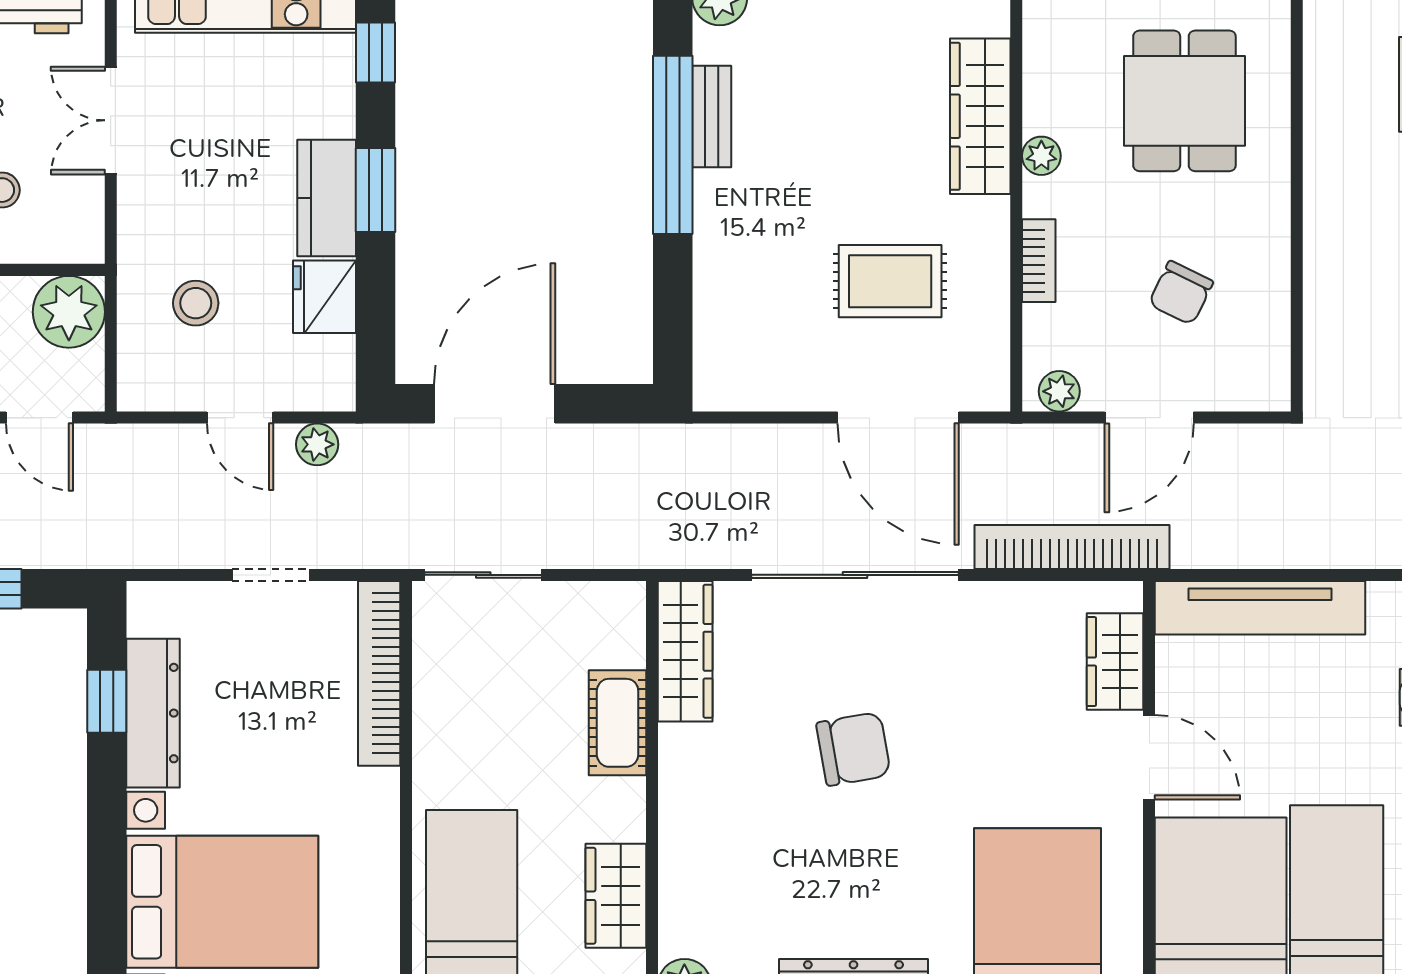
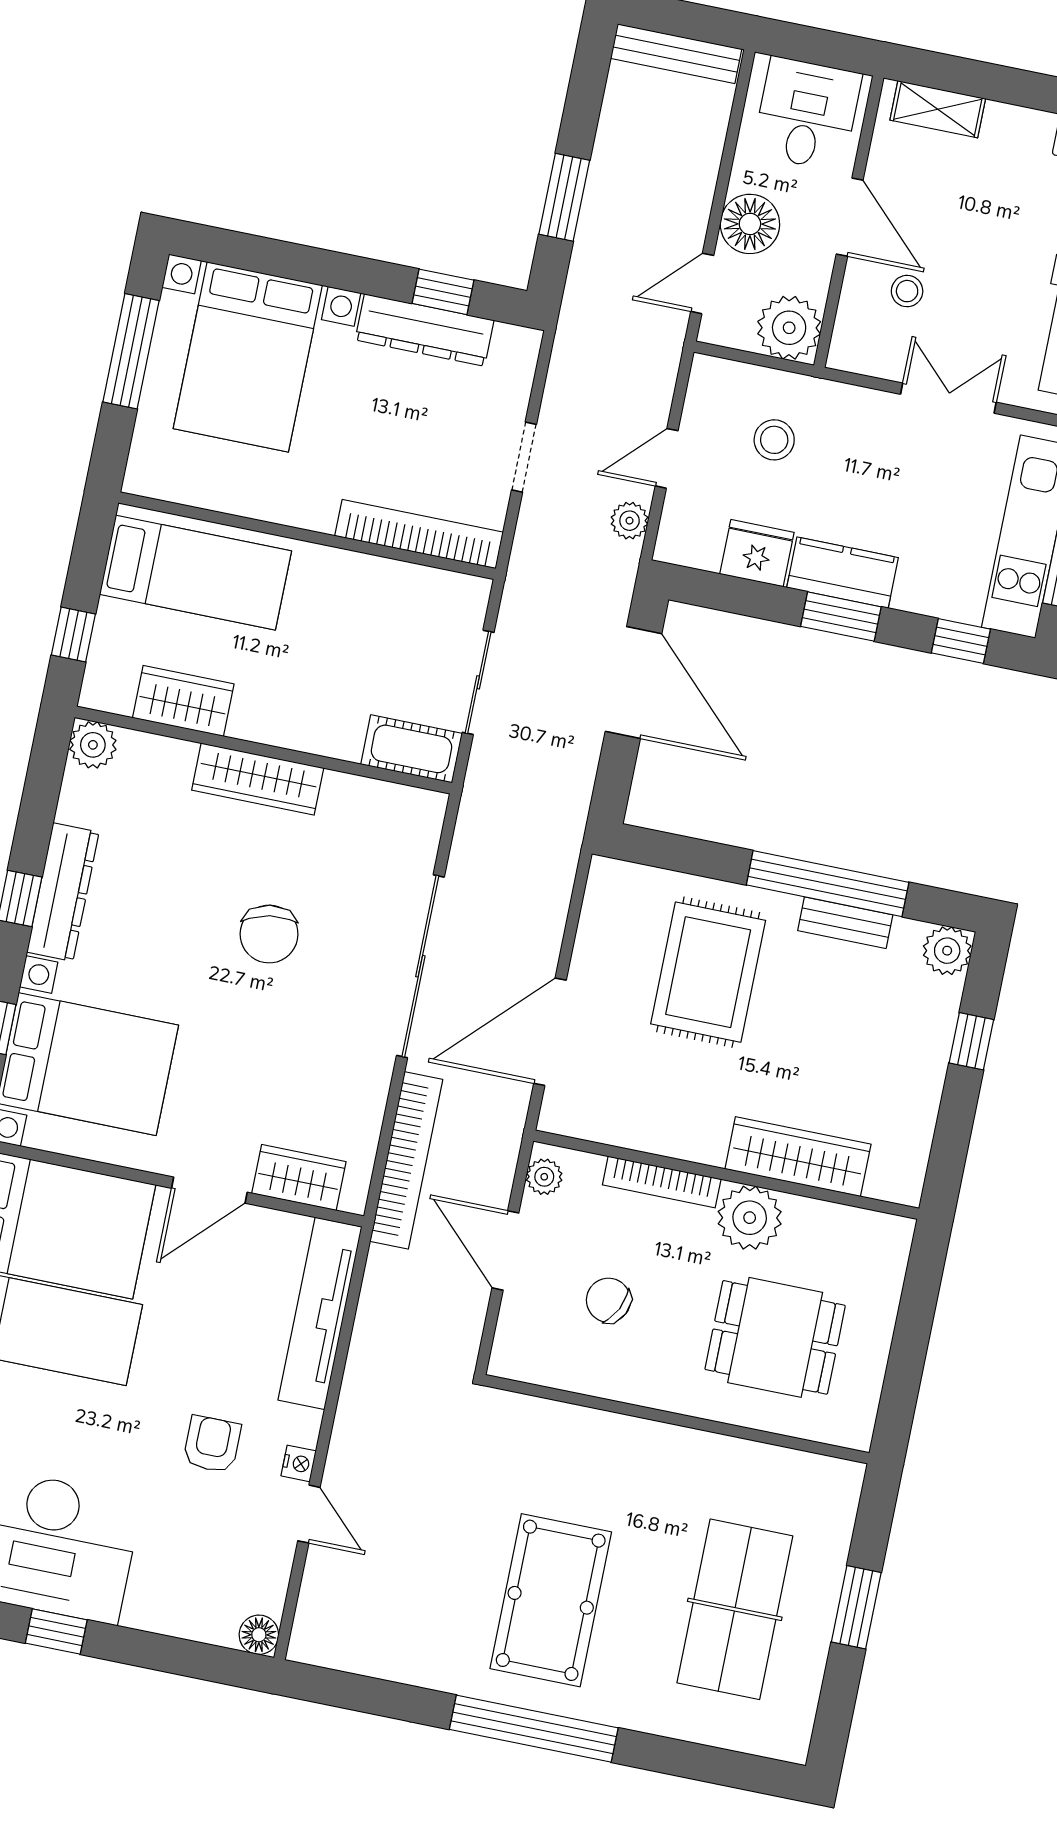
plant: (1041, 156) -> (750, 1218), width x1.88, depth x1.88
bookcase: (1039, 261) -> (662, 1182), width x1.56
rug: (890, 281) -> (708, 972), moved, width x1.36, depth x1.43
sliding door: (483, 575) -> (478, 682), moved
wardrobe: (685, 651) -> (258, 779), moved
cot: (618, 723) -> (411, 749), moved

